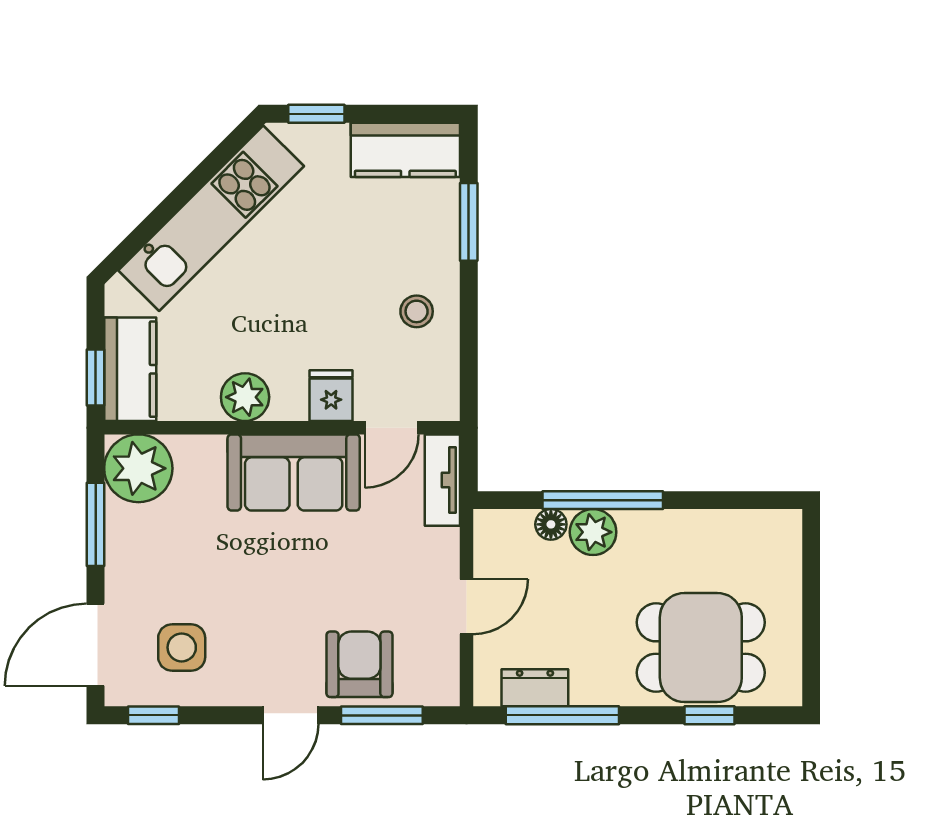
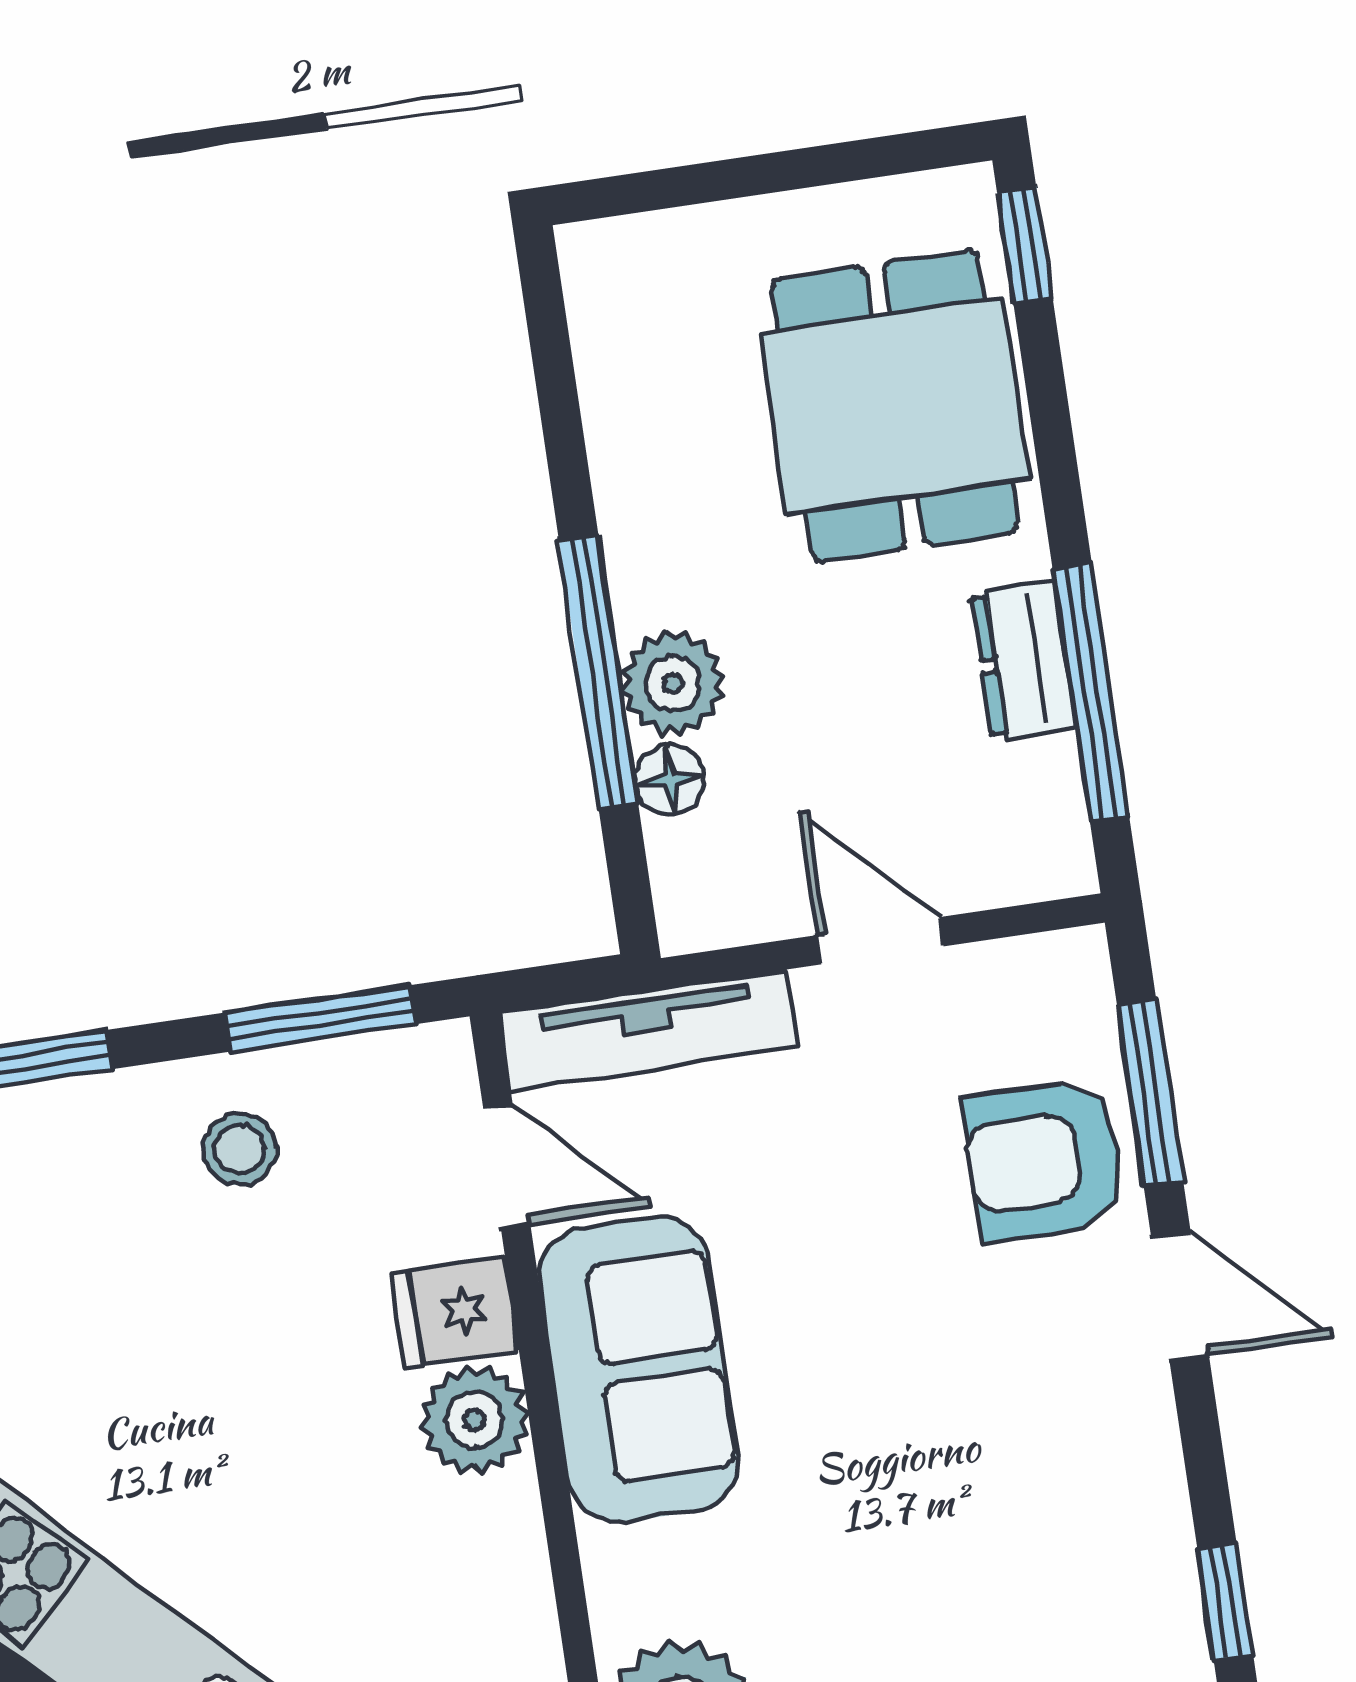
window: (469, 355) -> (319, 1019), added
plant: (245, 397) -> (475, 1420), moved
tv unit: (442, 480) -> (648, 1030), width x1.41
side table: (182, 647) -> (1065, 1561), removed
dresser: (535, 688) -> (1024, 661), moved
window: (709, 715) -> (1025, 246), moved

